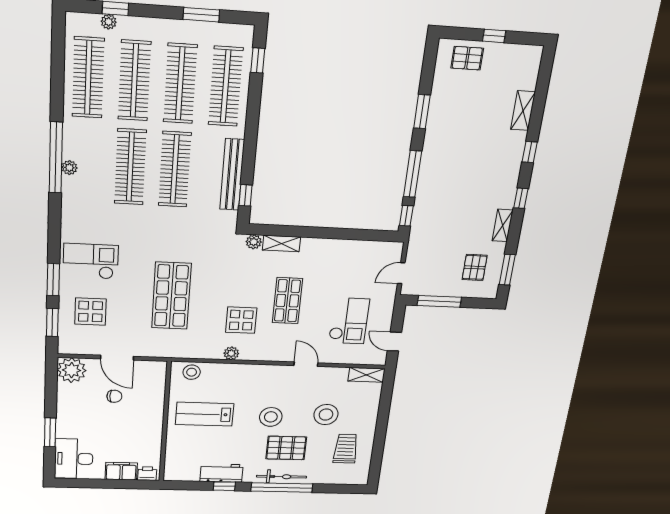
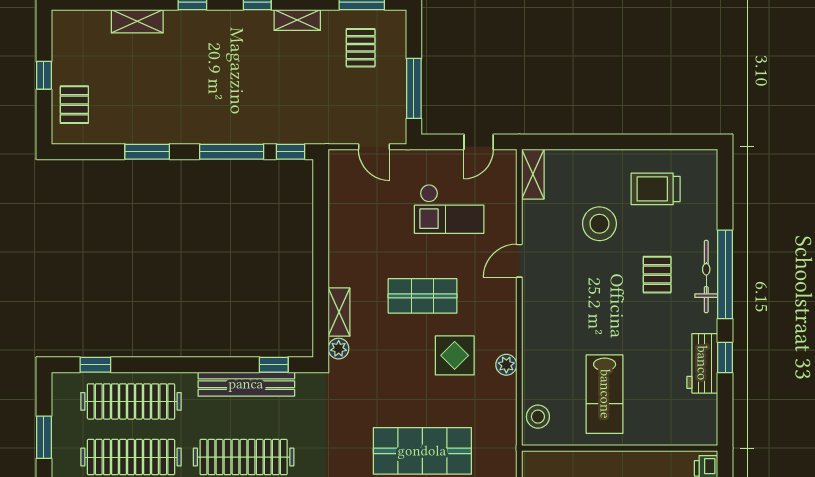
pallet: (475, 267) -> (361, 48), turned 90
checkout: (349, 321) -> (449, 209), turned 180
stool: (271, 417) -> (606, 301), removed
pallet: (286, 448) -> (657, 275), width x0.67, depth x0.71

